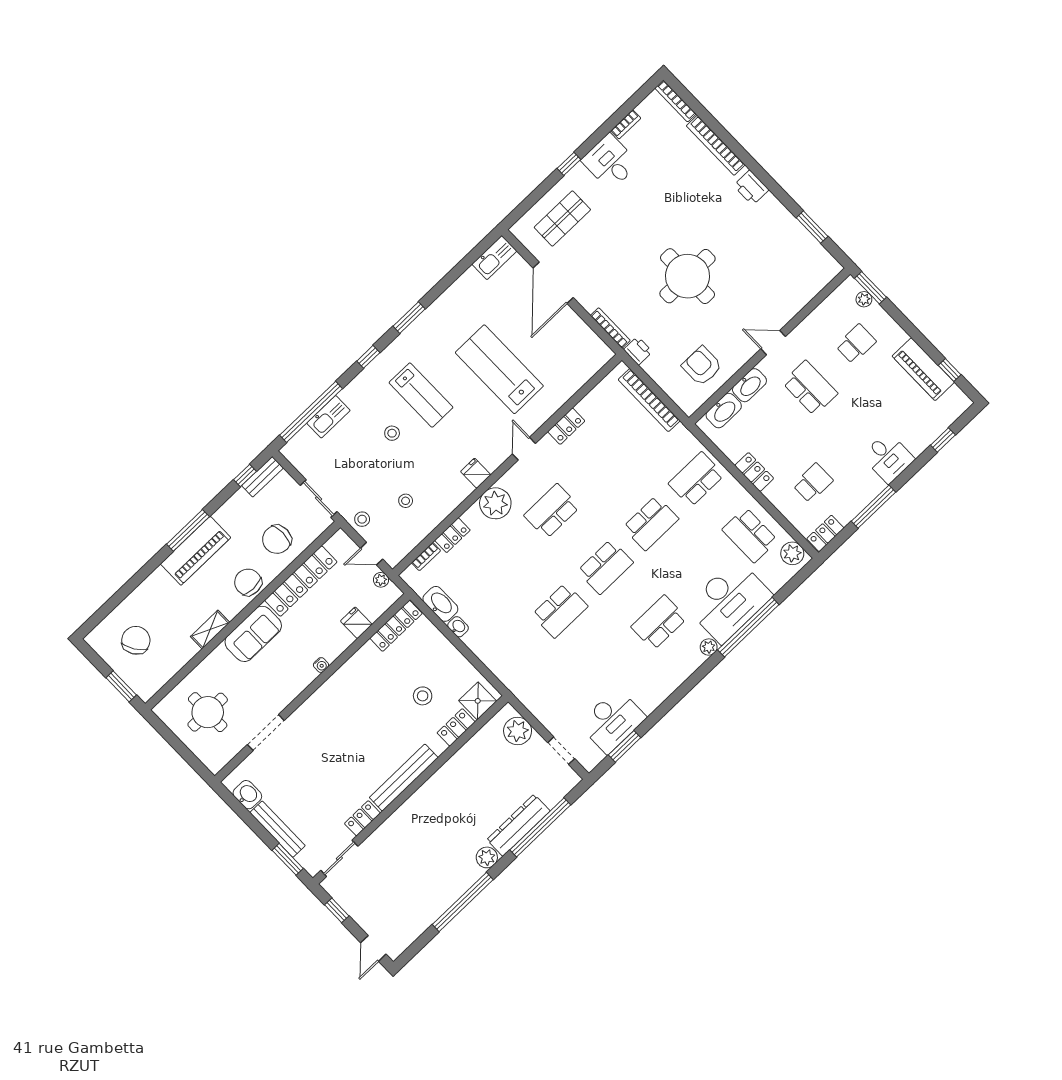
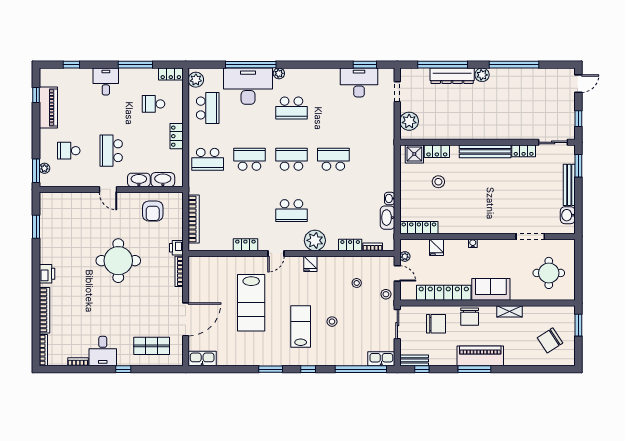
kitchen sink: (328, 417) -> (381, 359), moved

